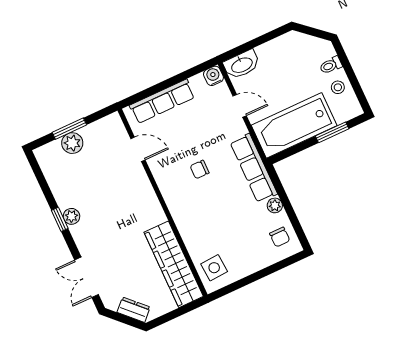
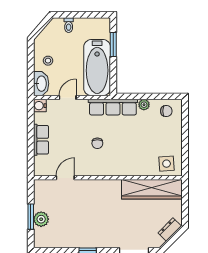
stool: (338, 87) -> (48, 61), moved
row of seats: (162, 101) -> (41, 140), width x0.68
plant: (71, 216) -> (89, 242), removed

